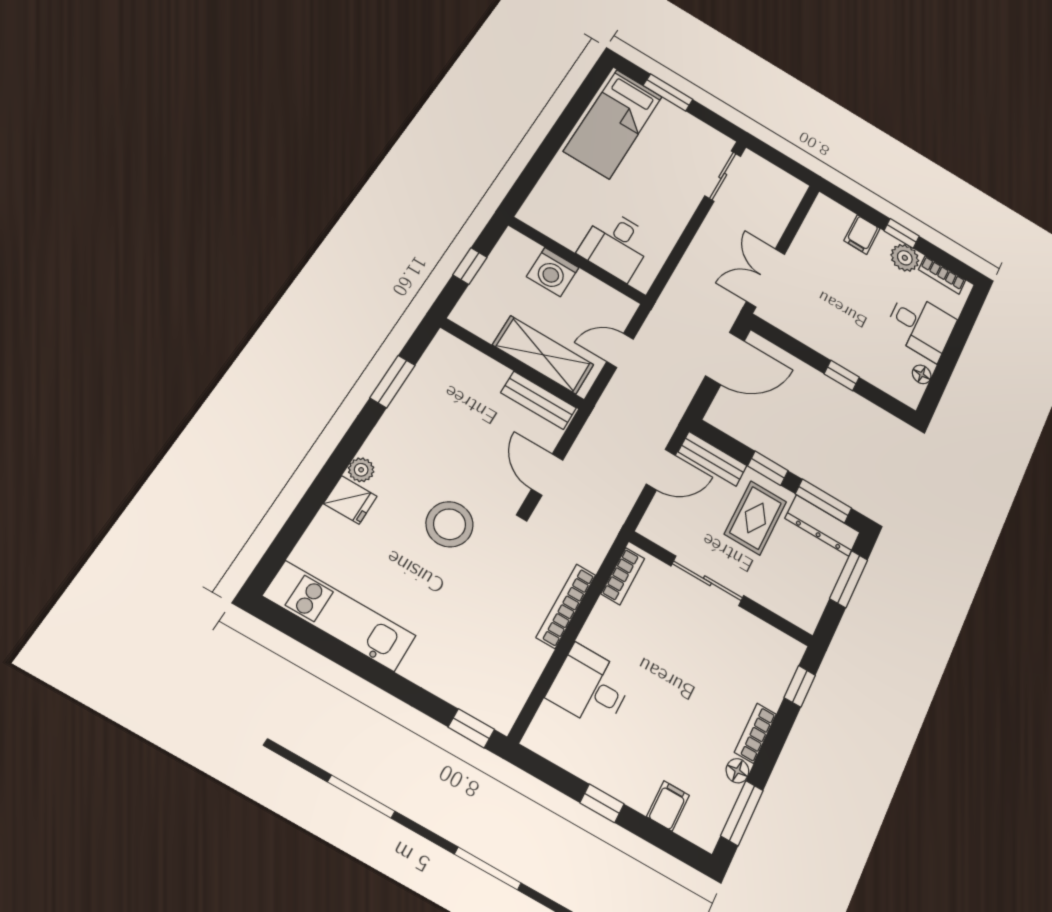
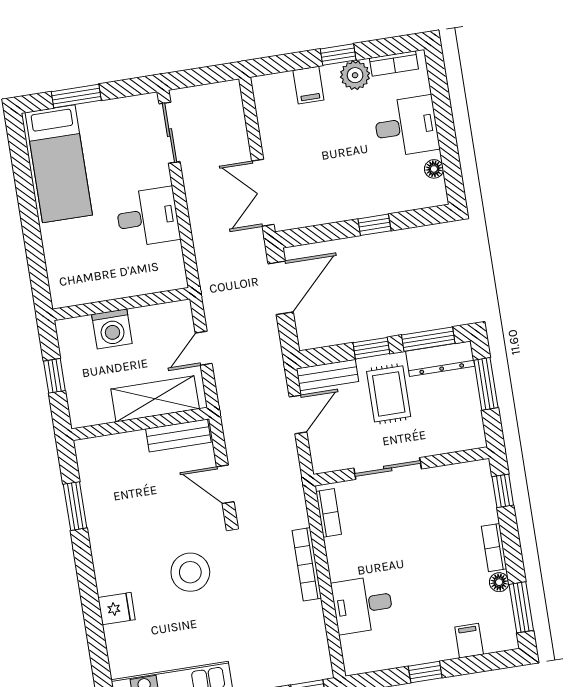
desk: (616, 245) -> (148, 217), moved, turned -90
plant: (361, 470) -> (106, 583), removed

